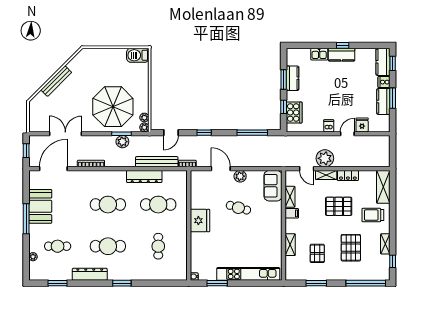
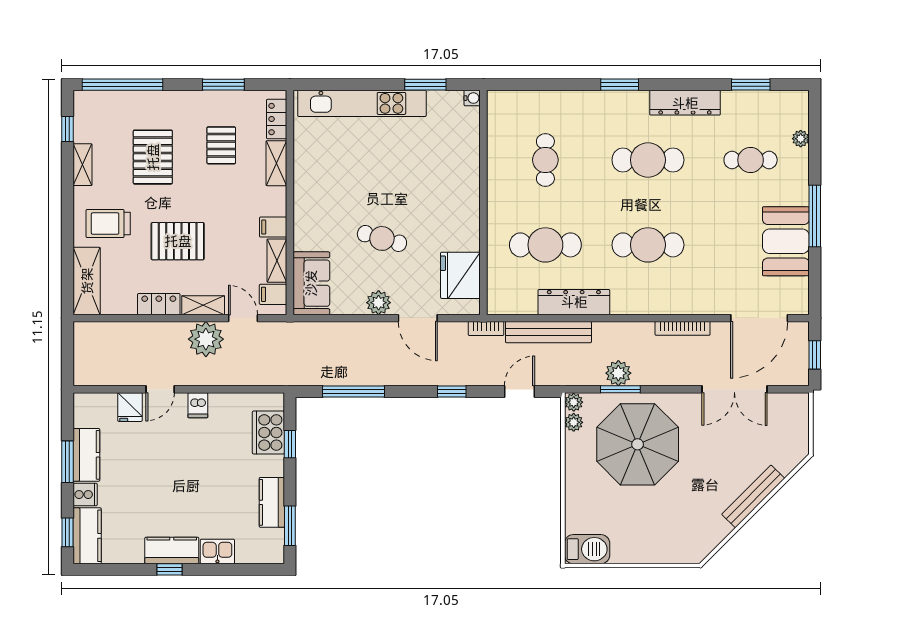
window: (284, 79) -> (290, 526), moved
filing cabinet: (292, 180) -> (273, 294), added
trolley: (373, 215) -> (108, 224), turned 180
fridge: (200, 221) -> (460, 275), moved
locker: (290, 266) -> (277, 119), added

